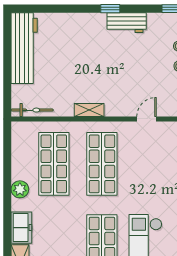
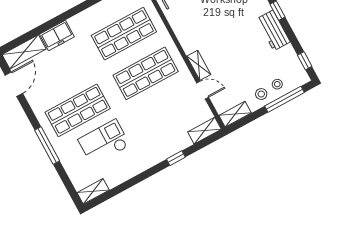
shelving: (89, 110) -> (199, 65), moved
plant: (20, 189) -> (88, 17), removed

